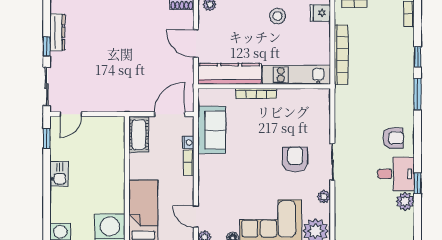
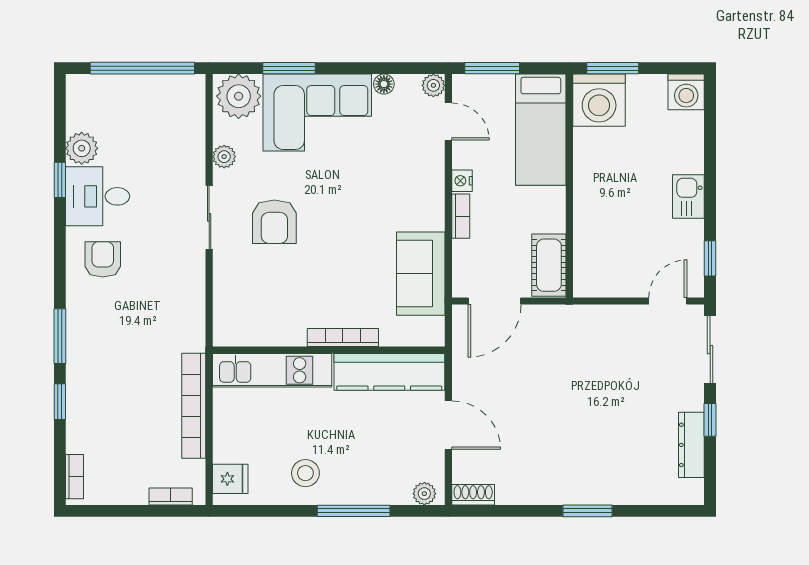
armchair: (393, 138) -> (103, 259), turned 90
nightstand: (188, 142) -> (462, 181), moved

